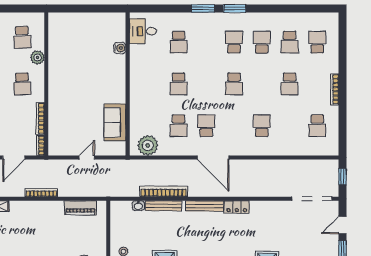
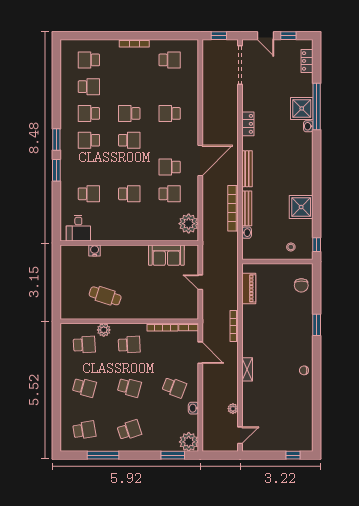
cafe table: (73, 59) -> (105, 296), added
school desk: (290, 84) -> (129, 113), moved, turned 180
locker: (237, 207) -> (248, 124), moved

